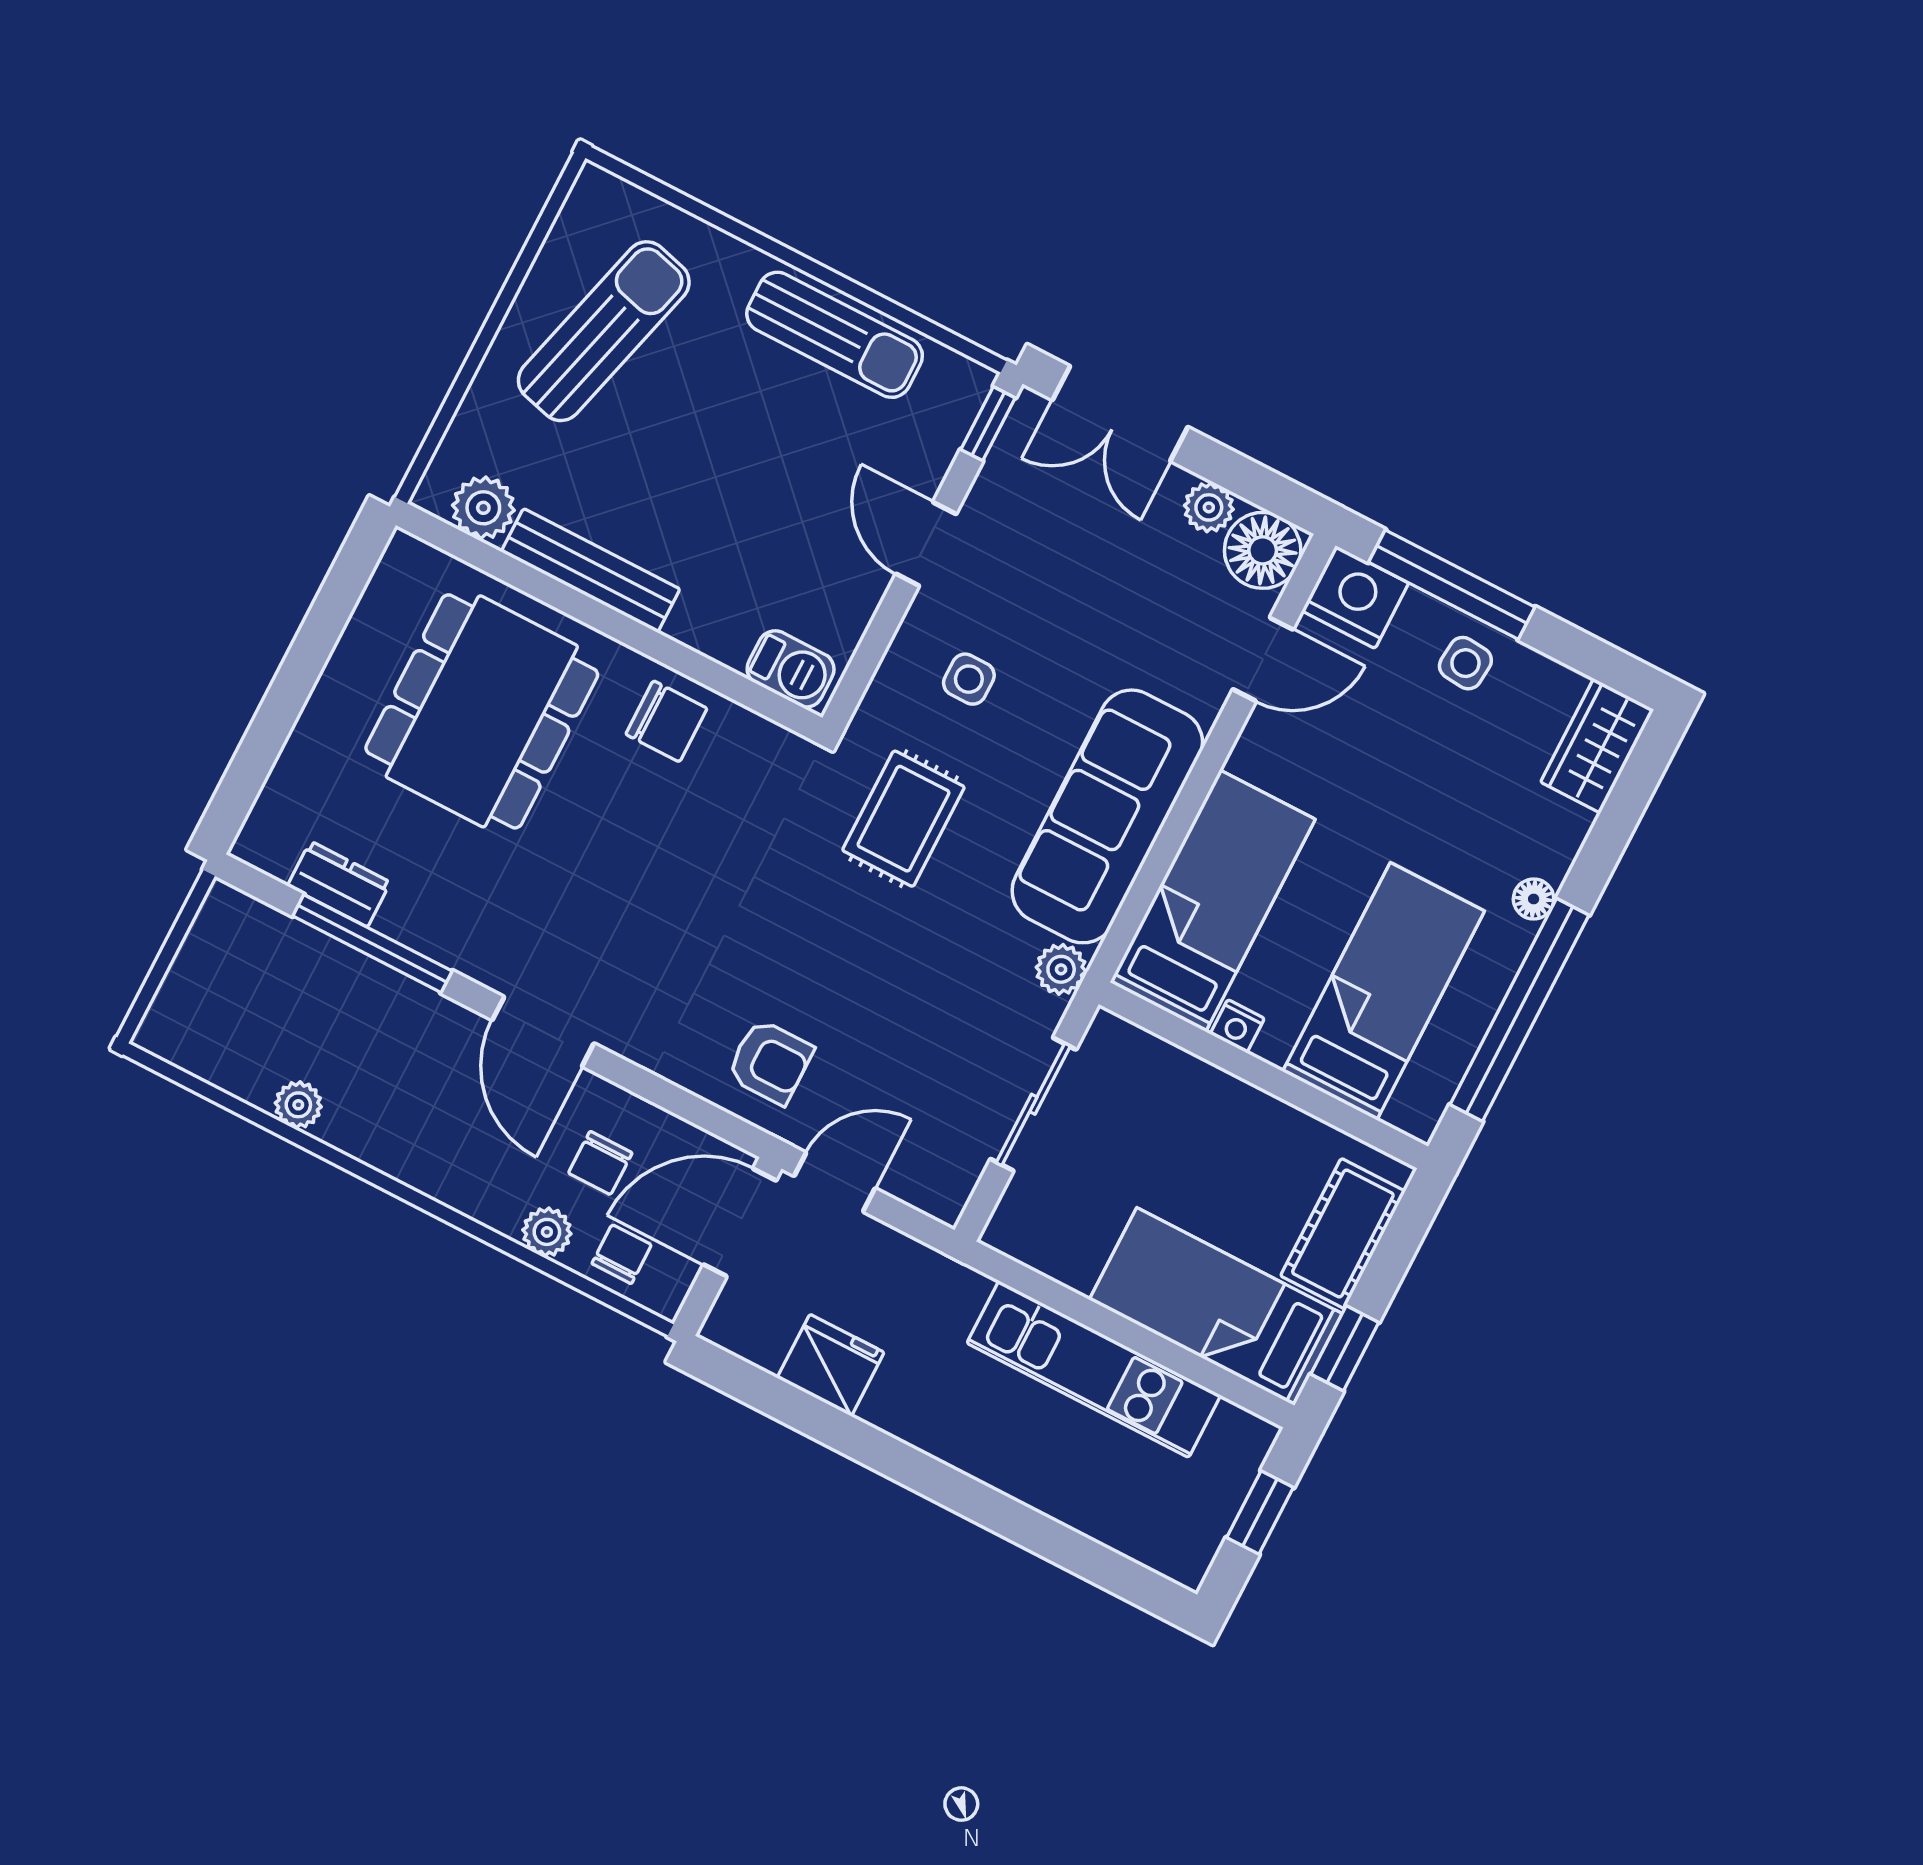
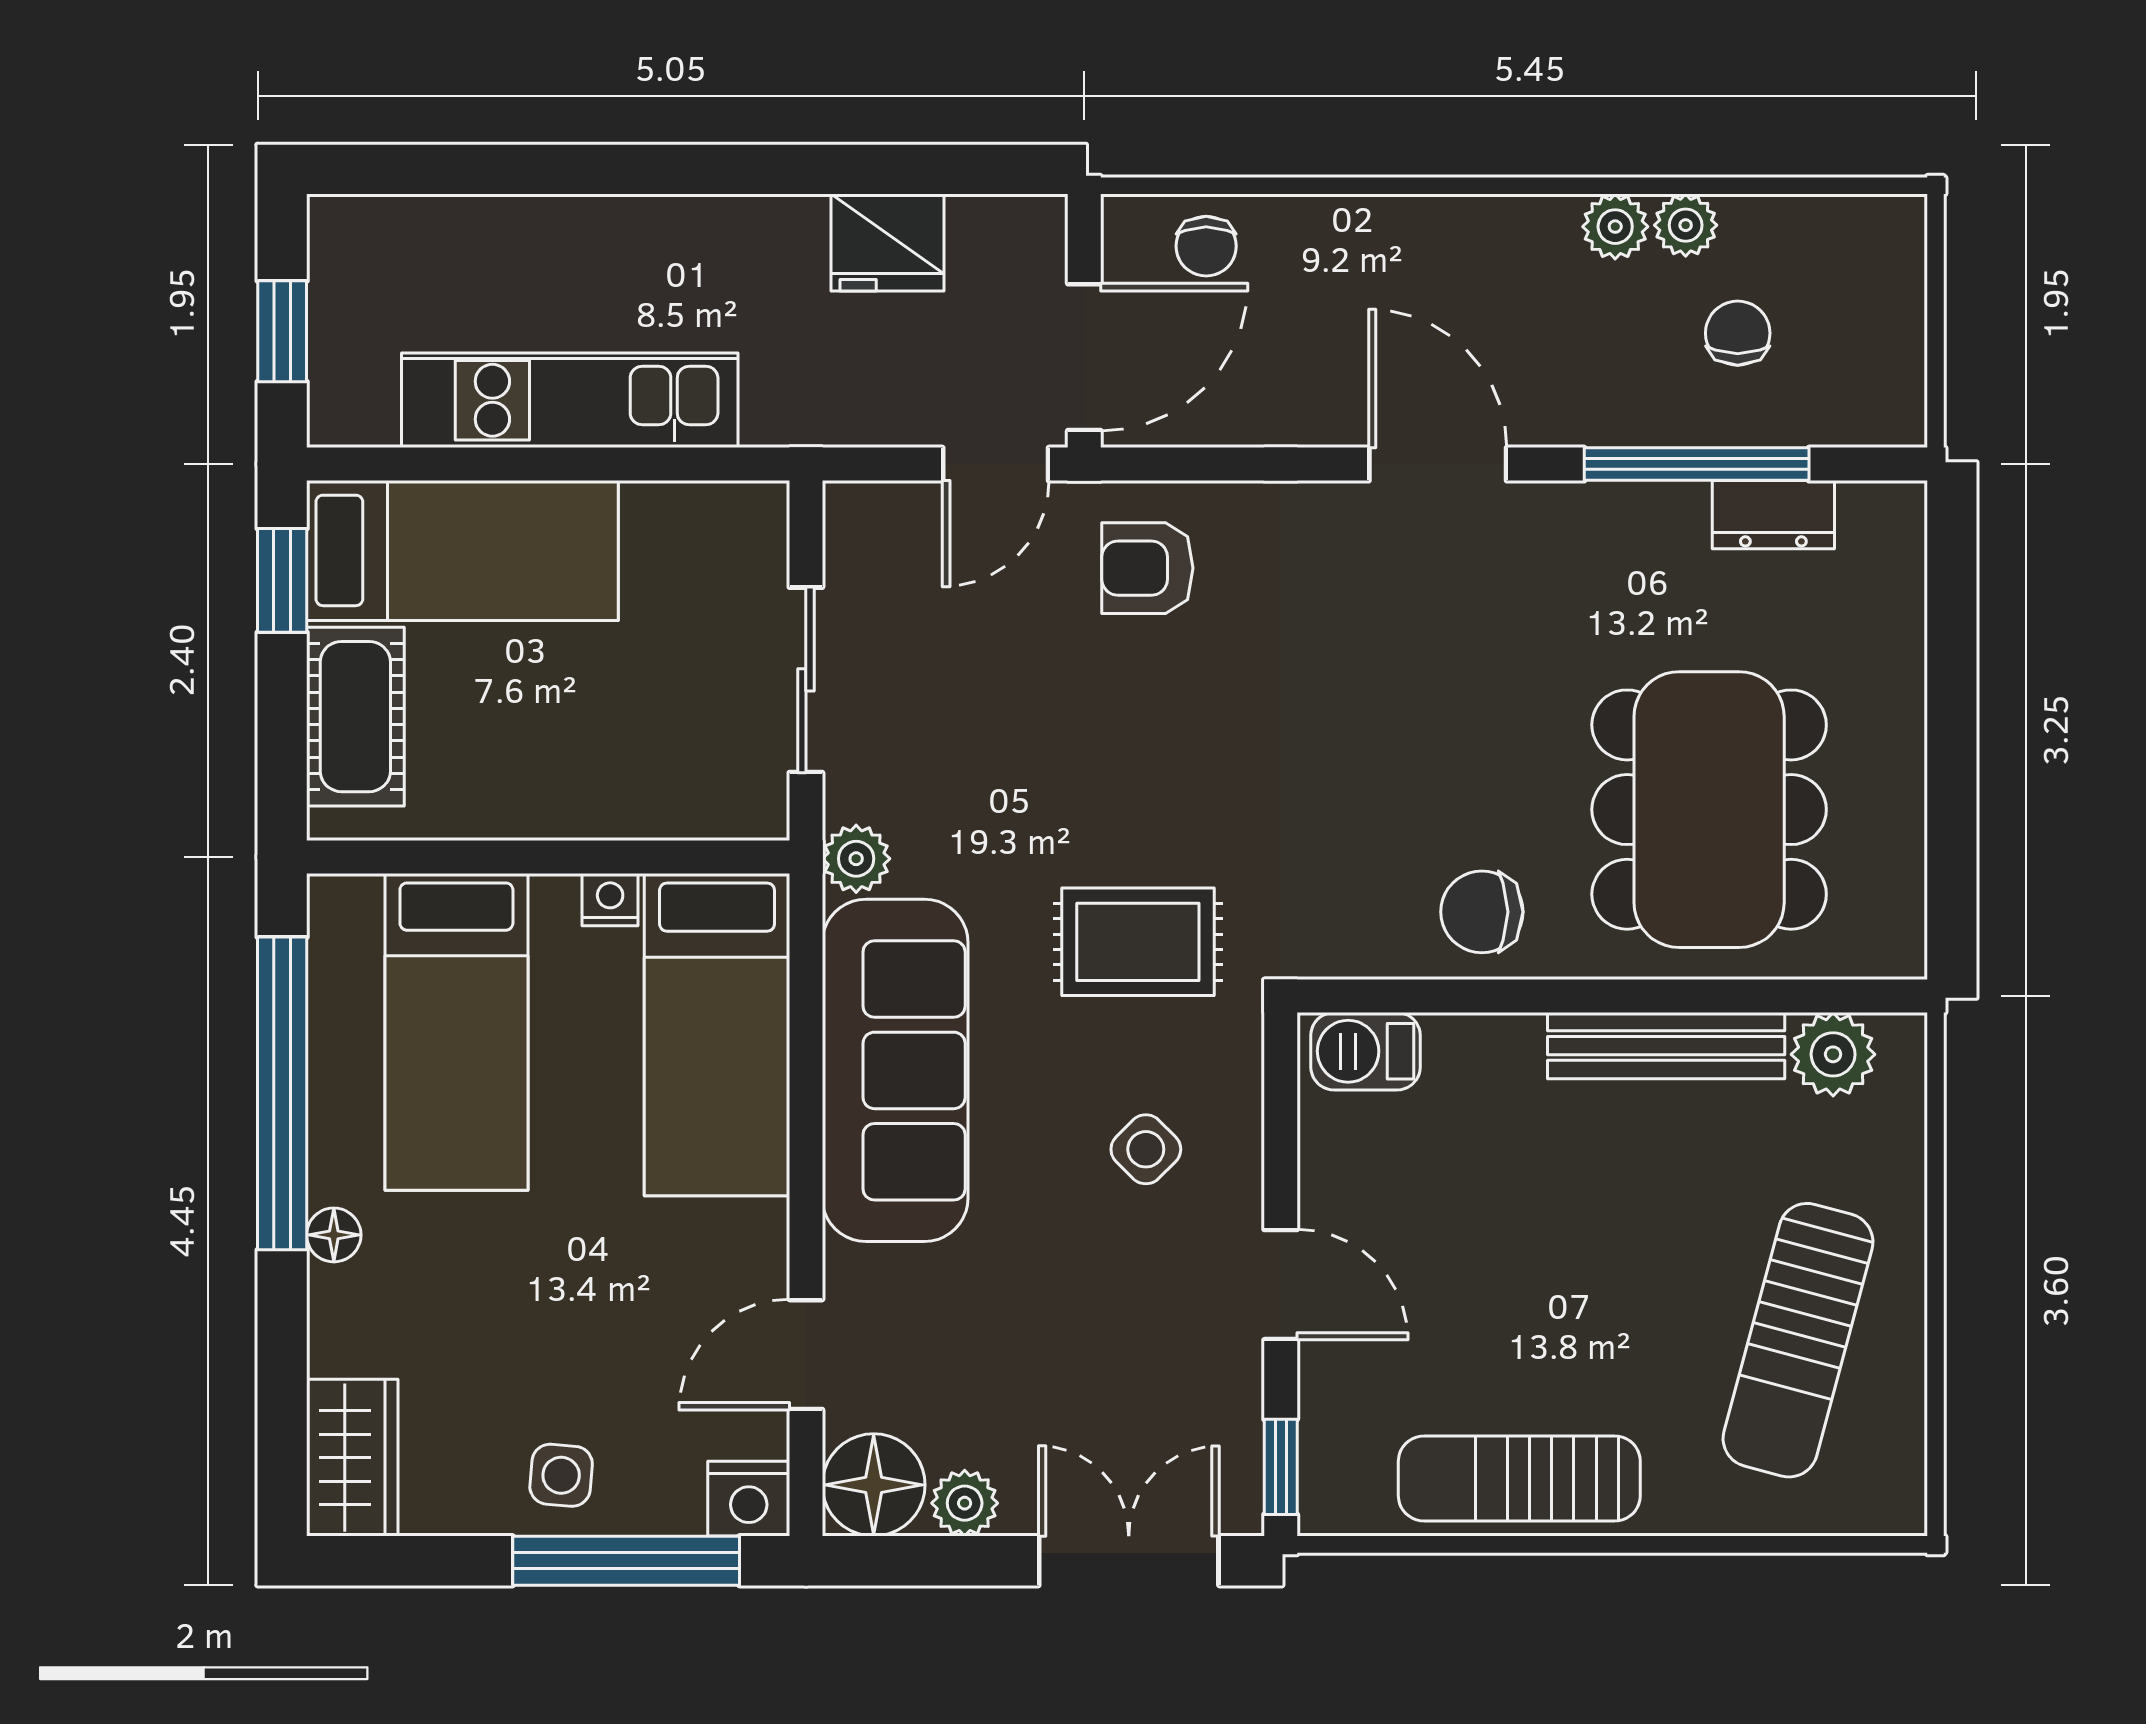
nightstand: (1355, 597) -> (749, 1499), width x0.74, depth x0.75
side table: (969, 679) -> (1146, 1149), turned 45
rug: (903, 819) -> (1138, 942), turned 90
chair: (600, 1163) -> (1738, 333), moved
plant: (547, 1232) -> (1615, 227), moved

